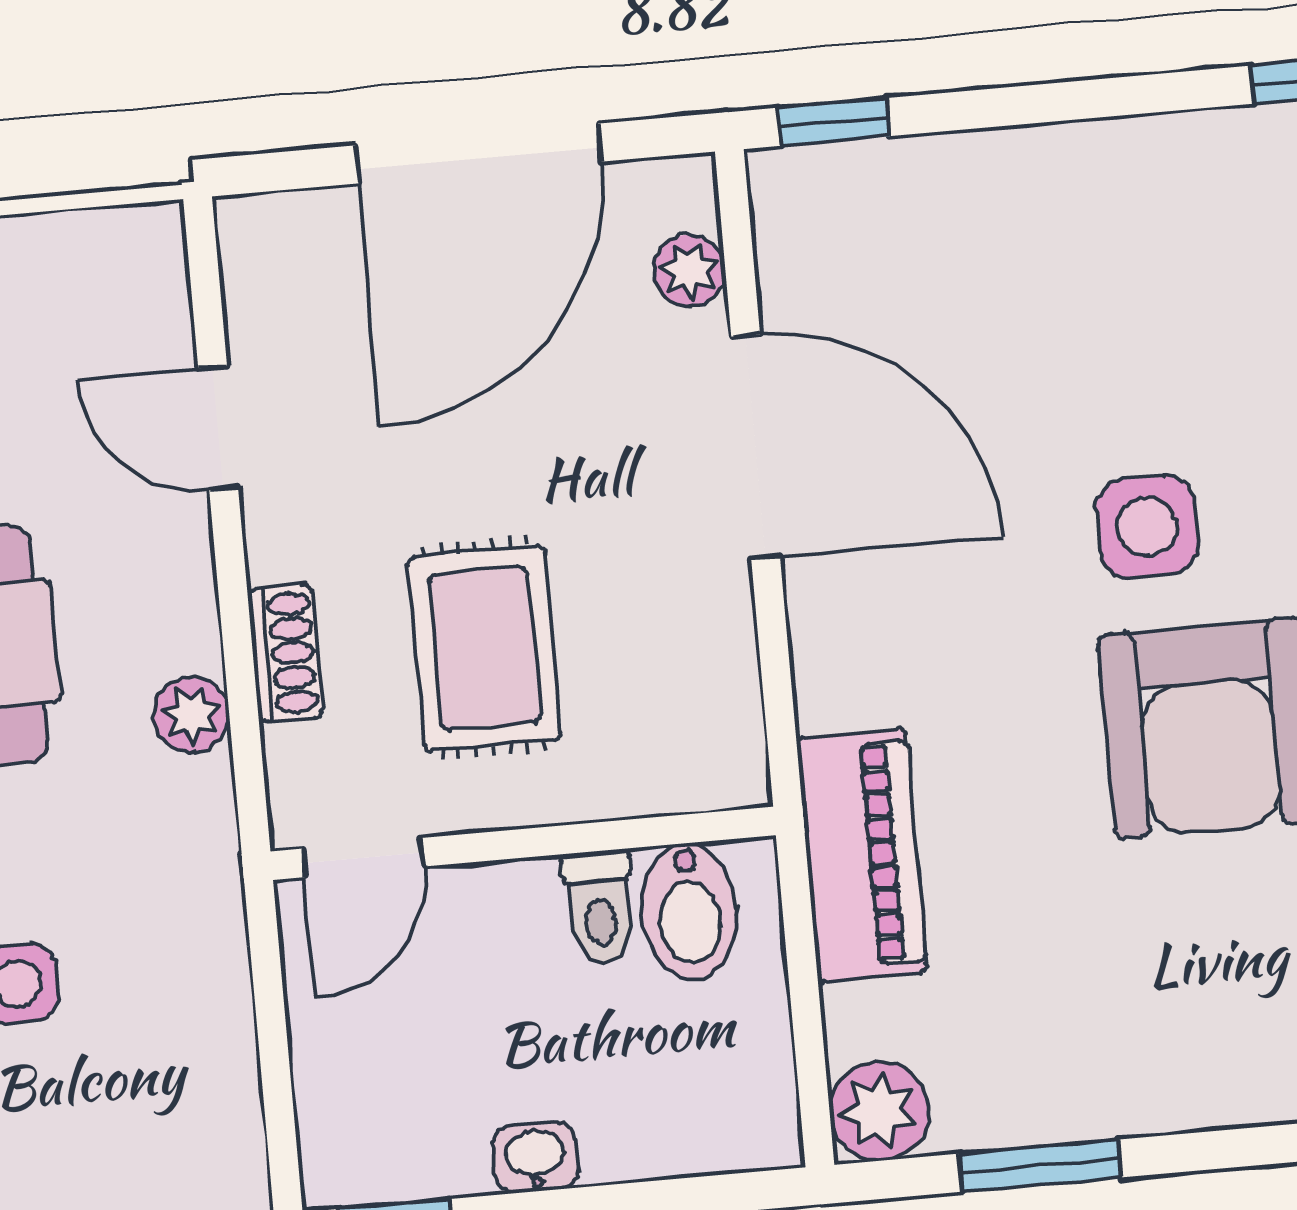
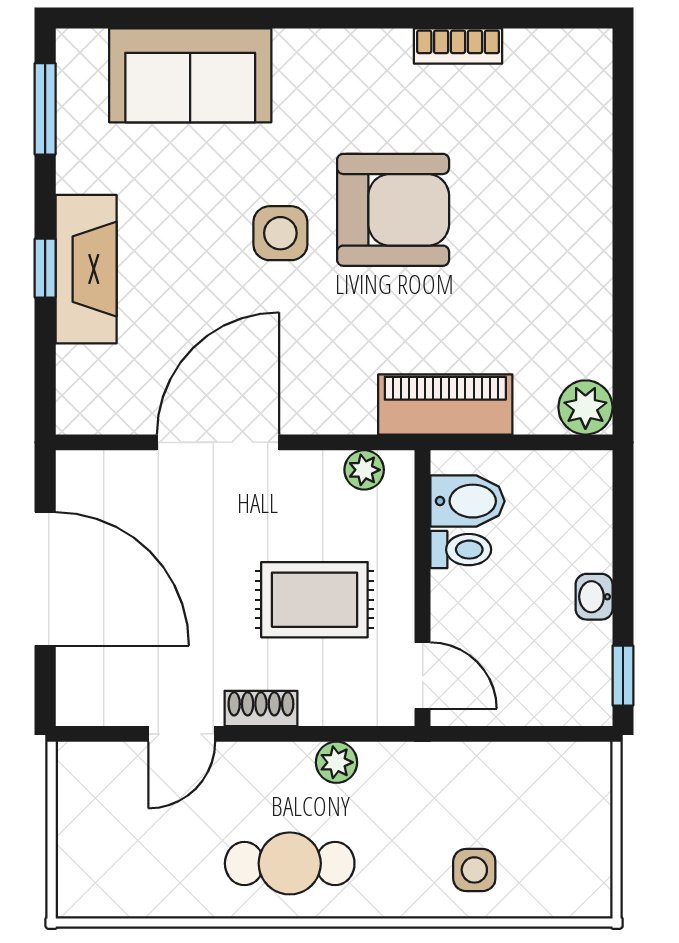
window: (834, 122) -> (45, 268), moved
fireplace: (1050, 178) -> (86, 269), added
plant: (689, 270) -> (364, 470), moved
shoe rack: (285, 654) -> (261, 708), moved
window: (1040, 1166) -> (623, 322), removed

